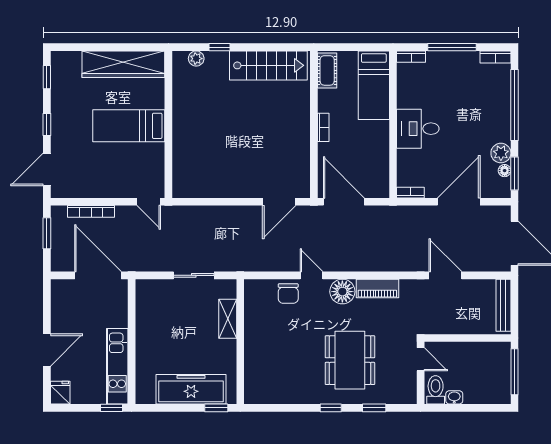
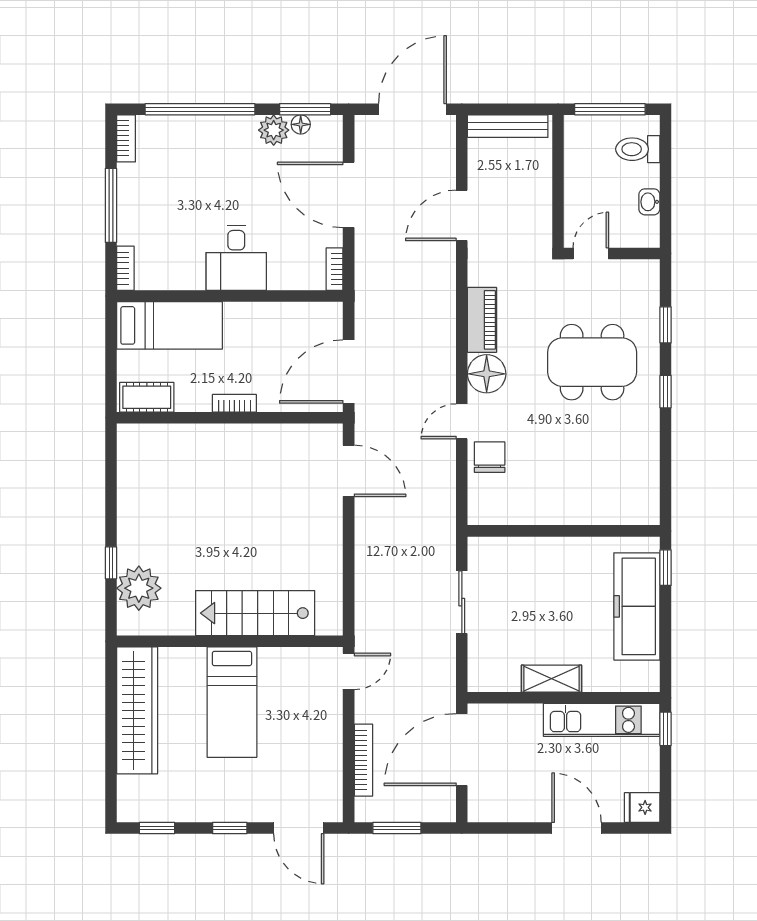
plant: (196, 59) -> (139, 588), width x1.88, depth x1.88
stairs: (268, 65) -> (255, 613), moved, turned -90
chair: (288, 293) -> (490, 457), turned -90
shelving: (228, 319) -> (551, 679), moved
toilet: (436, 390) -> (638, 149), moved

